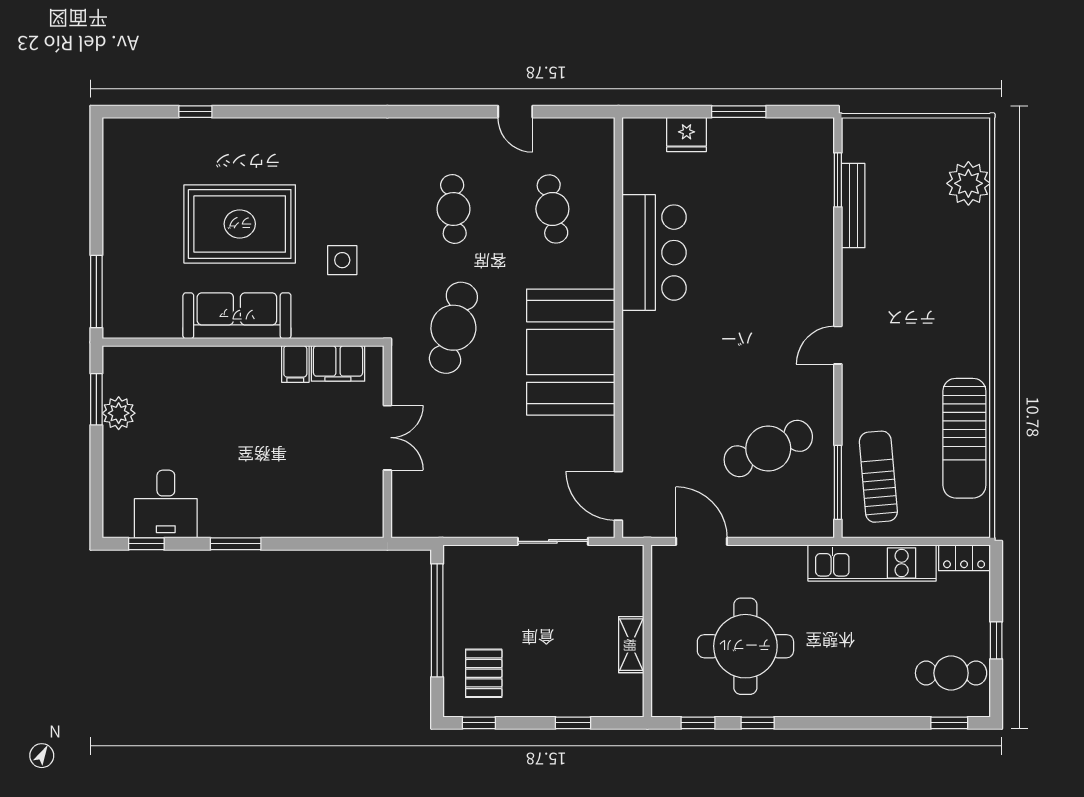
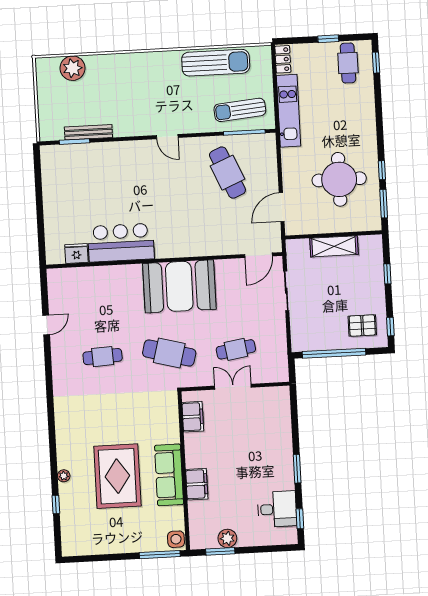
window: (739, 112) -> (39, 199), removed
plant: (245, 128) -> (64, 476), added
fridge: (687, 135) -> (76, 254), moved, turned -90
cafe table: (552, 209) -> (236, 349), moved
side table: (342, 260) -> (176, 539), moved
filing cabinet: (295, 364) -> (197, 484), moved, width x2.00
shelving: (631, 645) -> (334, 246), width x1.50, depth x1.33
window: (698, 723) -> (384, 204), width x1.50

